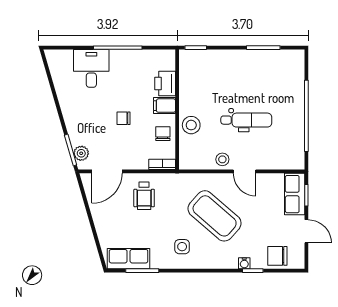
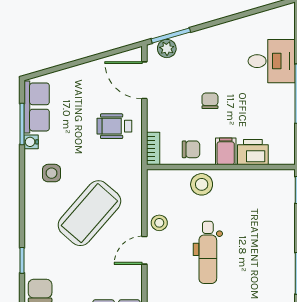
water cooler: (244, 263) -> (31, 142), moved

